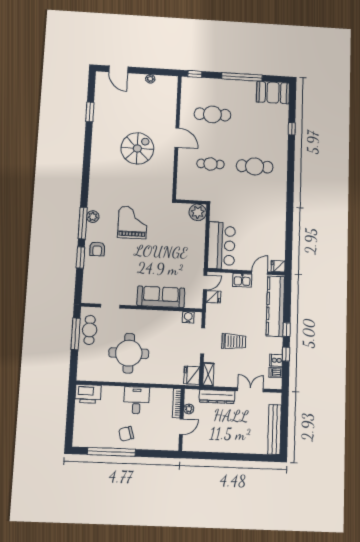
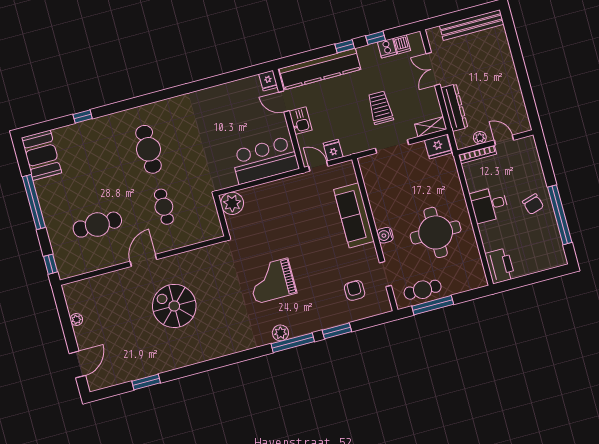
cafe table: (212, 114) -> (97, 225), turned 90
armchair: (97, 249) -> (355, 290), moved, turned -90
water cooler: (188, 317) -> (385, 235), moved

